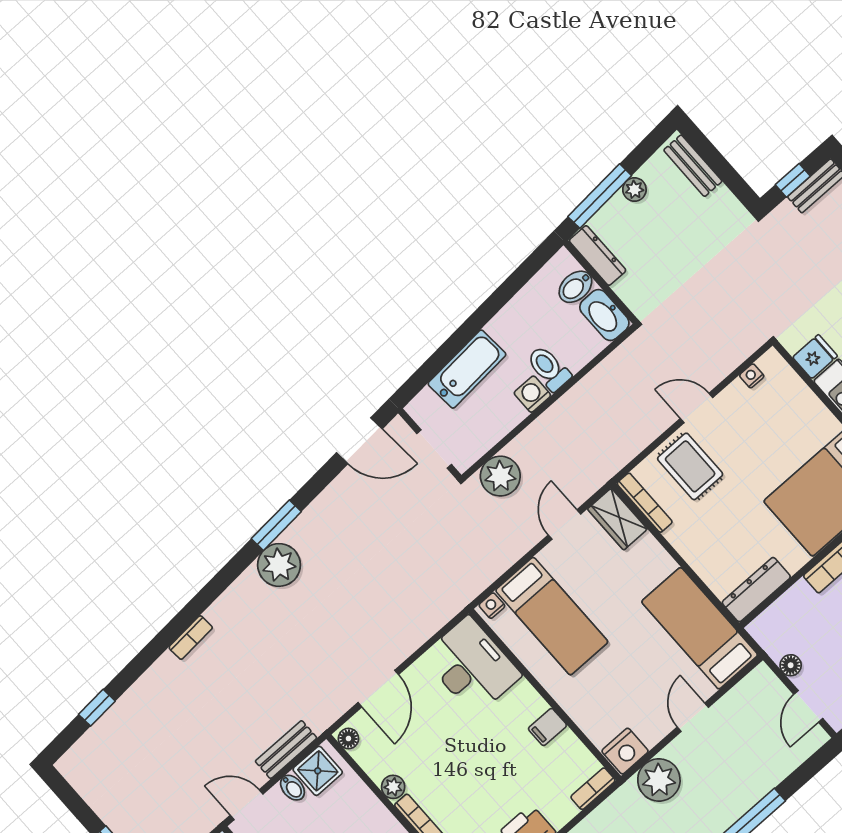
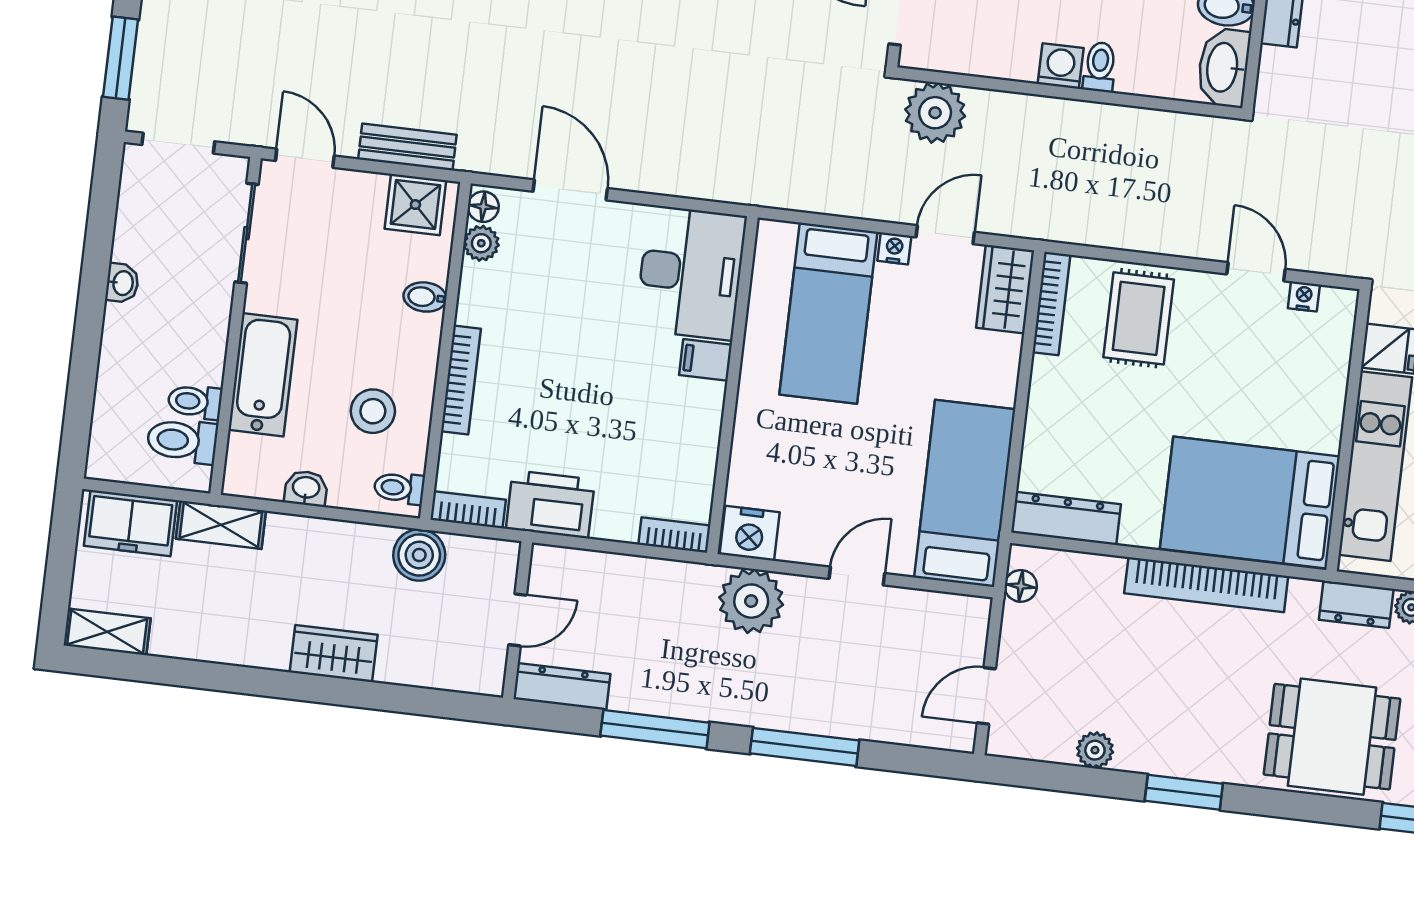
toilet: (549, 368) -> (1100, 67), width x0.73, depth x0.72
door: (697, 408) -> (1256, 272), moved
nightstand: (492, 606) -> (894, 248), moved
floor lamp: (791, 665) -> (1021, 586), moved
door: (378, 689) -> (570, 190), swing flipped
filing cabinet: (547, 727) -> (706, 360), moved
plant: (393, 787) -> (481, 243), moved
bidet: (292, 788) -> (425, 297), moved, turned 90

